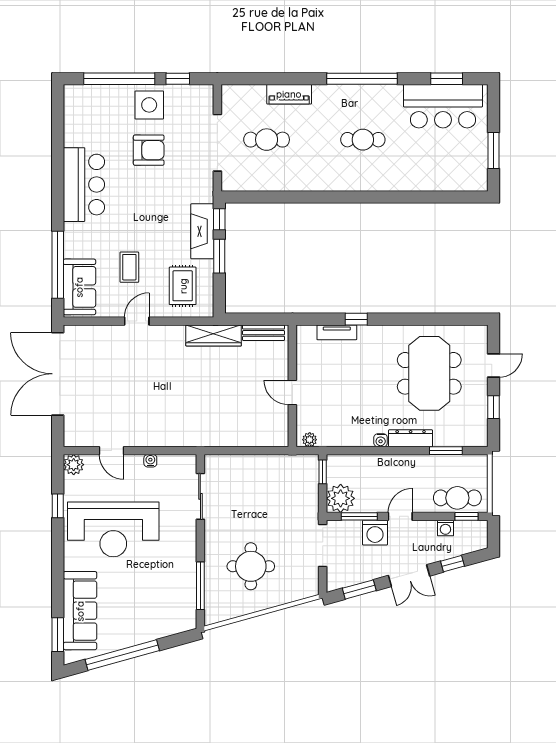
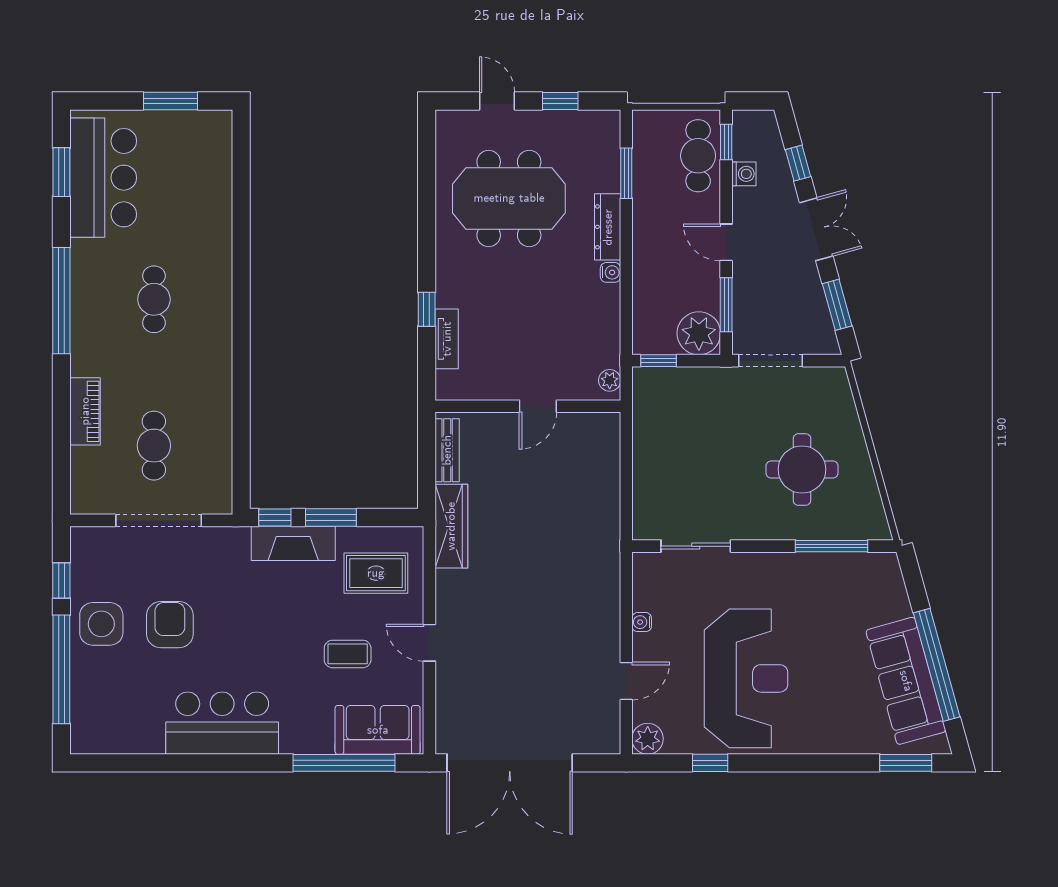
washing machine: (375, 533) -> (751, 281), removed
sofa: (80, 611) -> (906, 681), moved, turned -105

